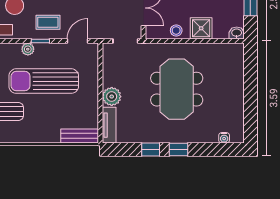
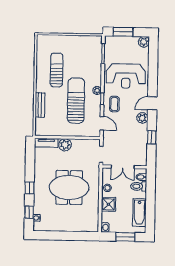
bench: (80, 136) -> (40, 105), moved
window: (151, 149) -> (29, 212), moved

